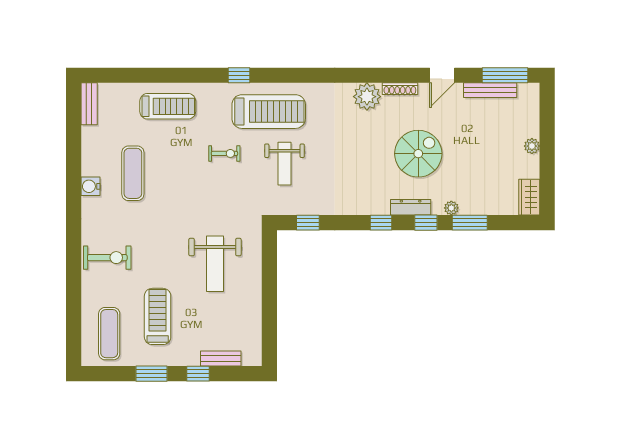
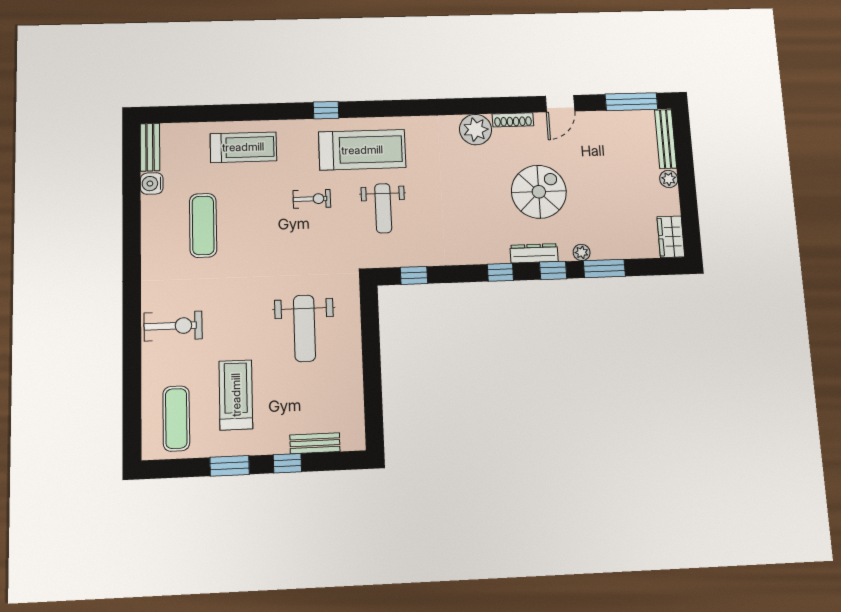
bench: (490, 90) -> (666, 139), moved, turned 90
water cooler: (90, 186) -> (152, 183), moved

